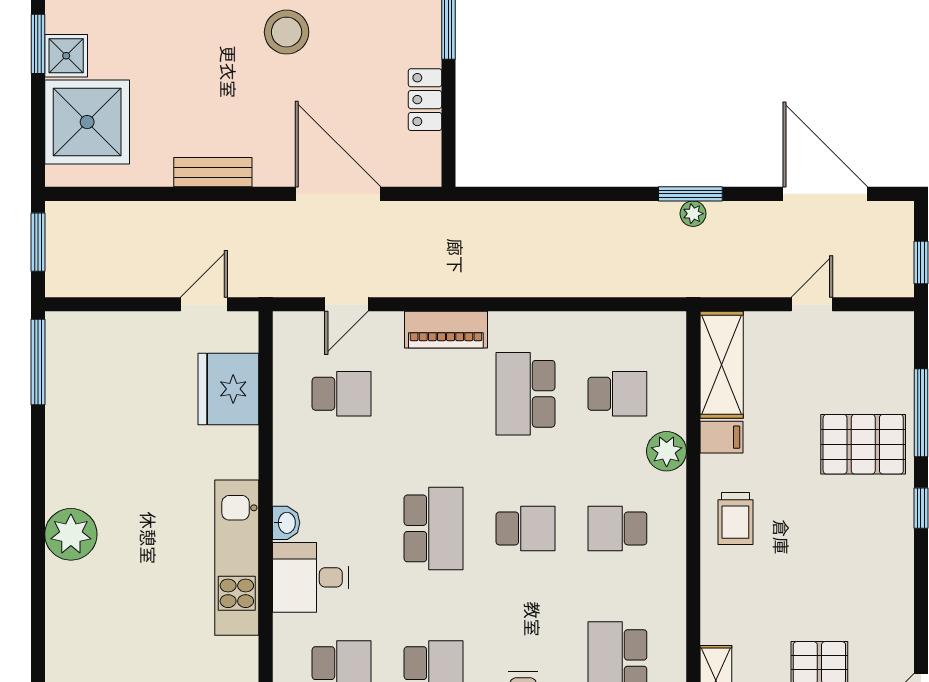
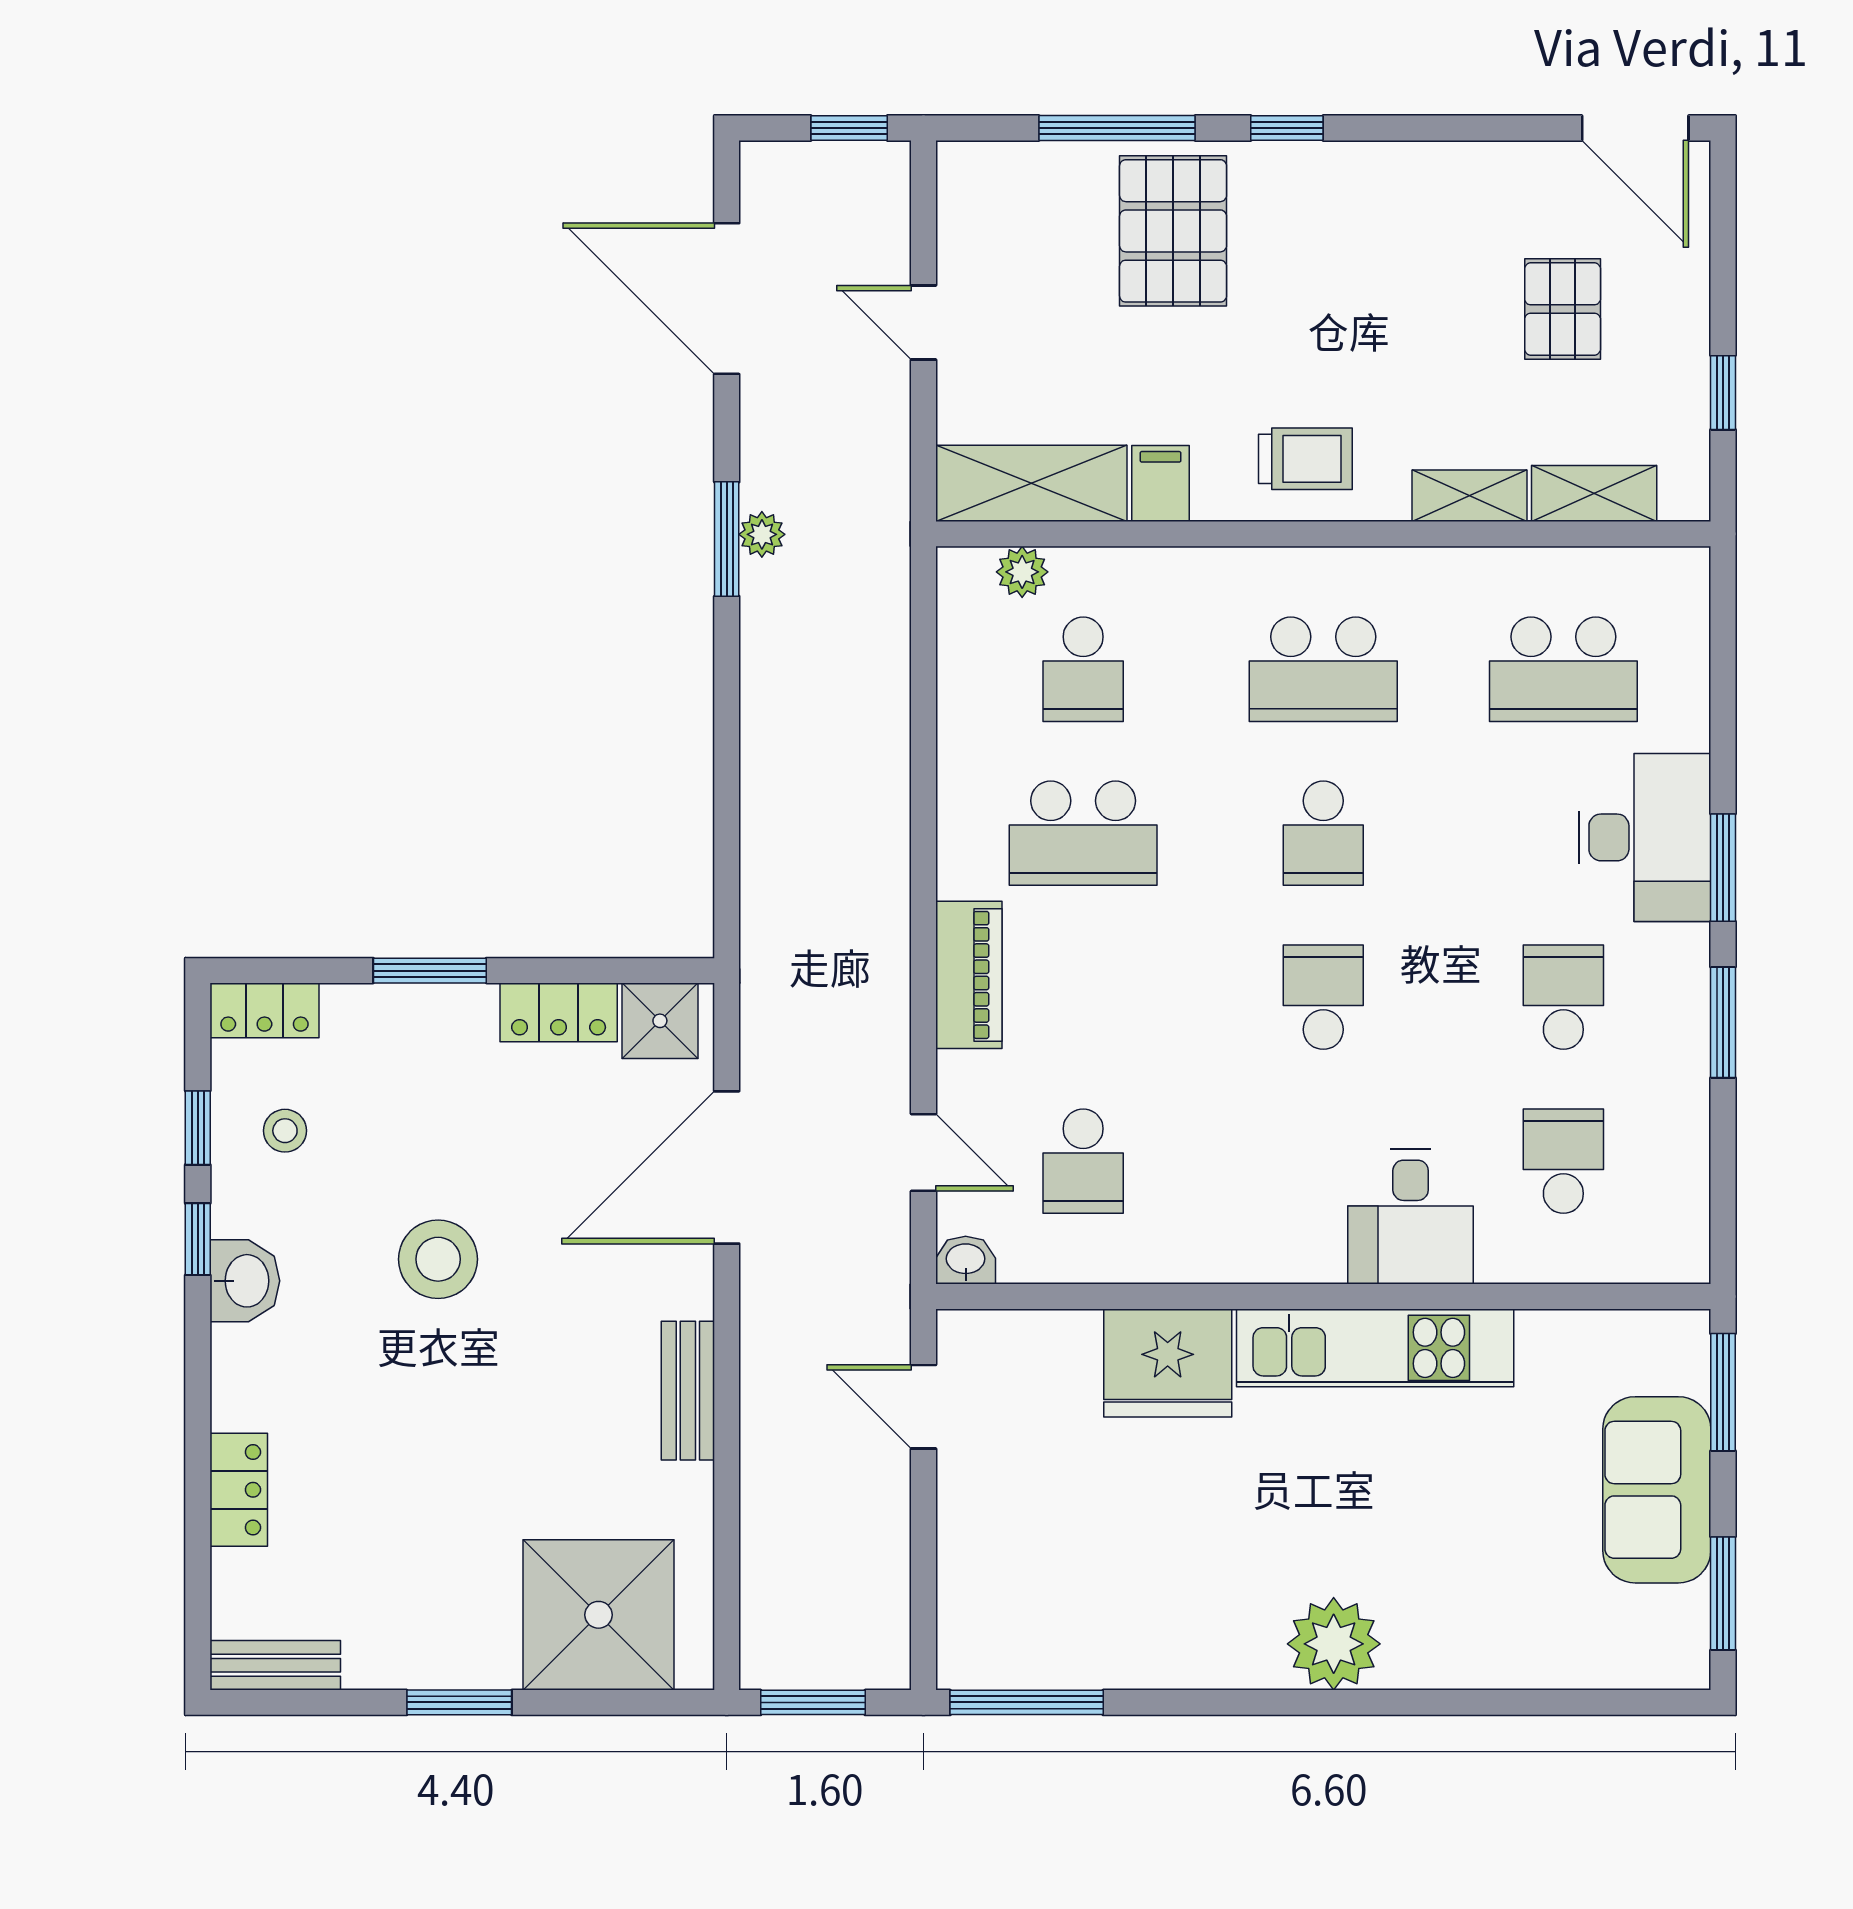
shower: (66, 56) -> (660, 1021), moved
door: (825, 194) -> (727, 299), hinge flipped
fridge: (228, 389) -> (1168, 1363), moved
school desk: (342, 394) -> (1083, 1161), turned 180
school desk: (617, 394) -> (1083, 669), turned 180
plant: (667, 451) -> (1022, 572), moved, width x0.73, depth x0.73
washbasin: (286, 523) -> (966, 1260), moved
school desk: (433, 528) -> (1323, 997), width x0.54
school desk: (525, 528) -> (1323, 833), turned 180
school desk: (617, 528) -> (1323, 669), width x1.85
shelving: (715, 610) -> (1469, 496), added

